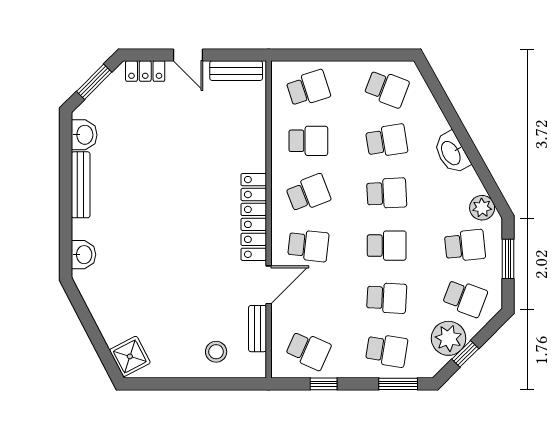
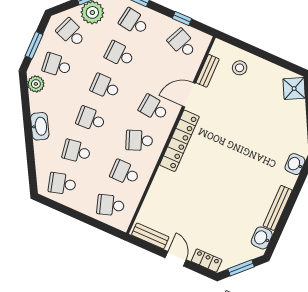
school desk: (387, 88) -> (62, 184), turned -36

